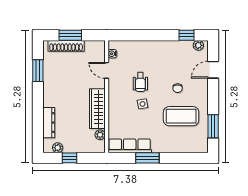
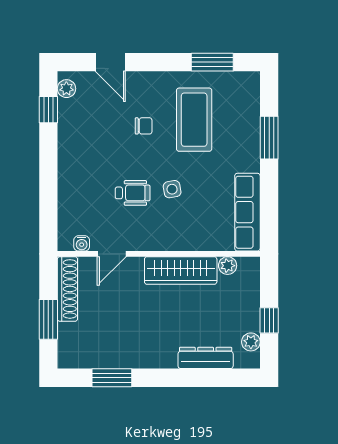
shoe rack: (66, 46) -> (67, 289), moved
window: (147, 158) -> (269, 138), moved

